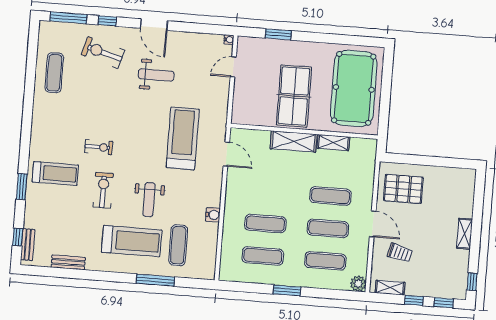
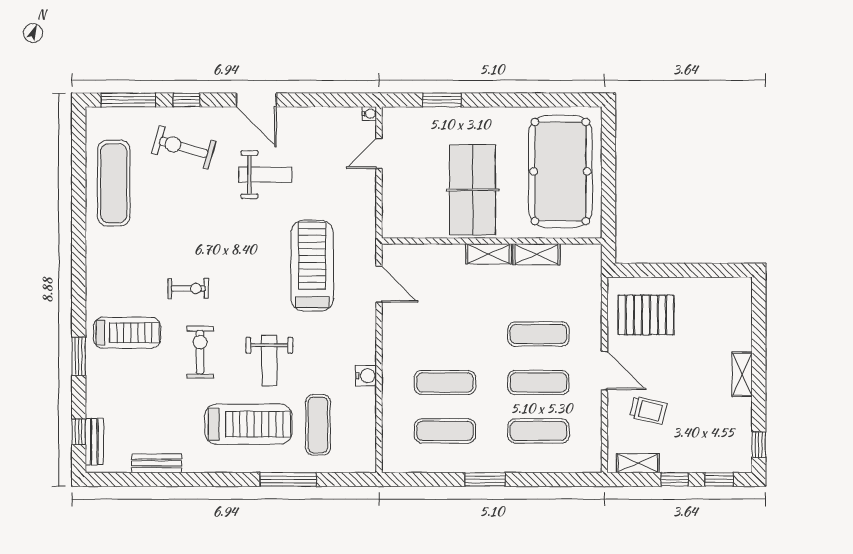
exercise mat: (54, 73) -> (114, 183), width x1.36, depth x1.45
shelving: (294, 141) -> (489, 254), width x0.67, depth x0.75
plant: (358, 284) -> (590, 461), removed

